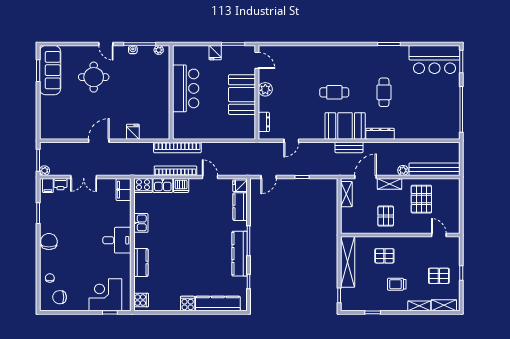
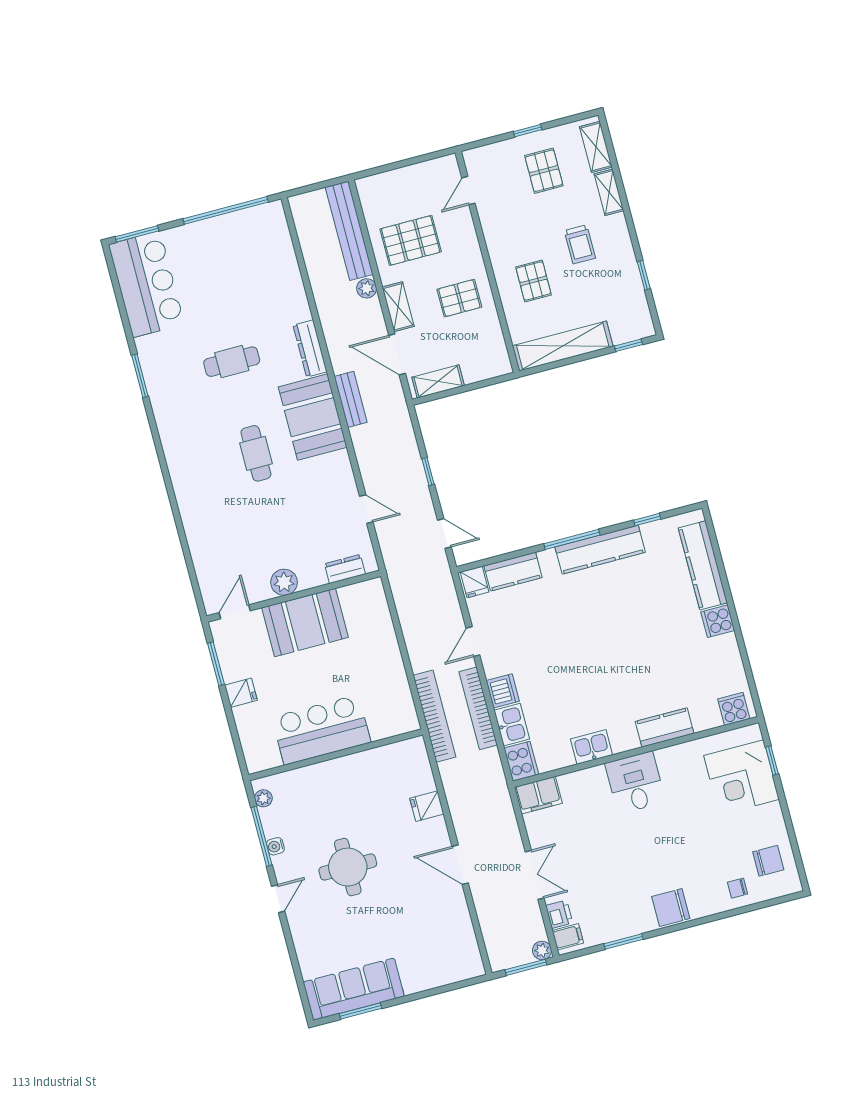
round table: (94, 77) -> (348, 867), moved
chair: (60, 297) -> (768, 861), turned -90

